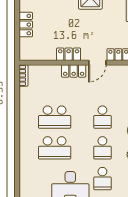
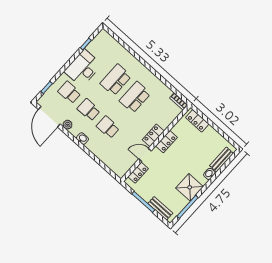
locker: (26, 25) -> (197, 121), moved
door: (97, 63) -> (145, 155), hinge flipped

